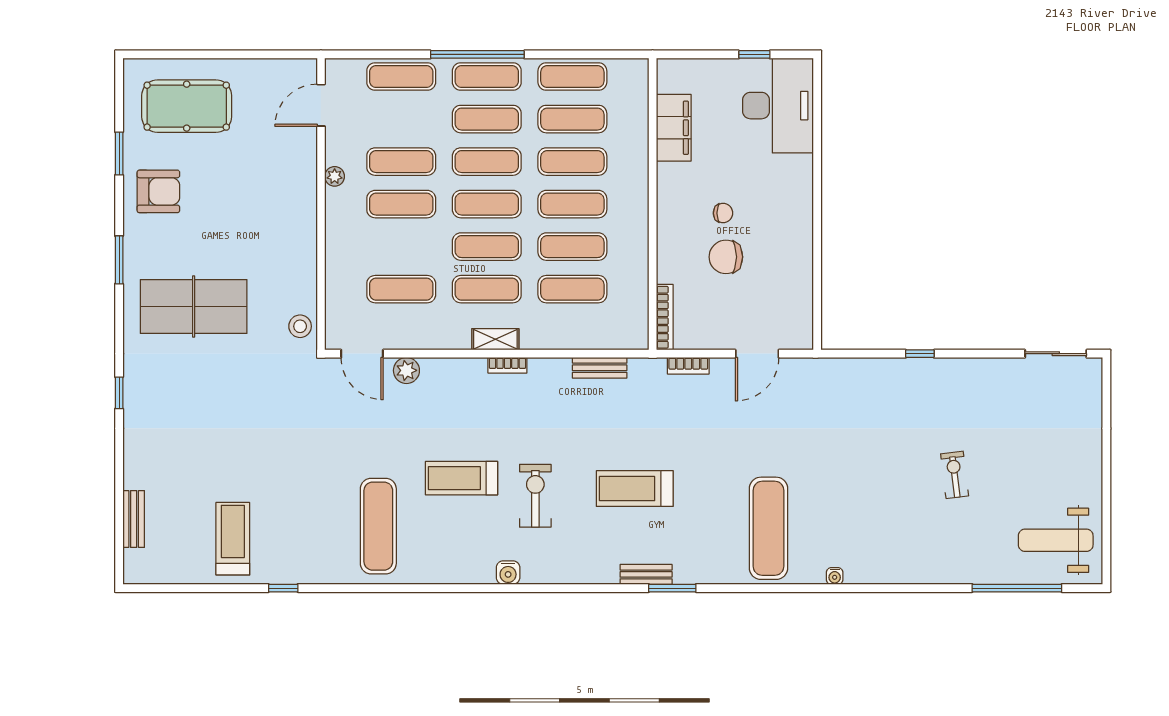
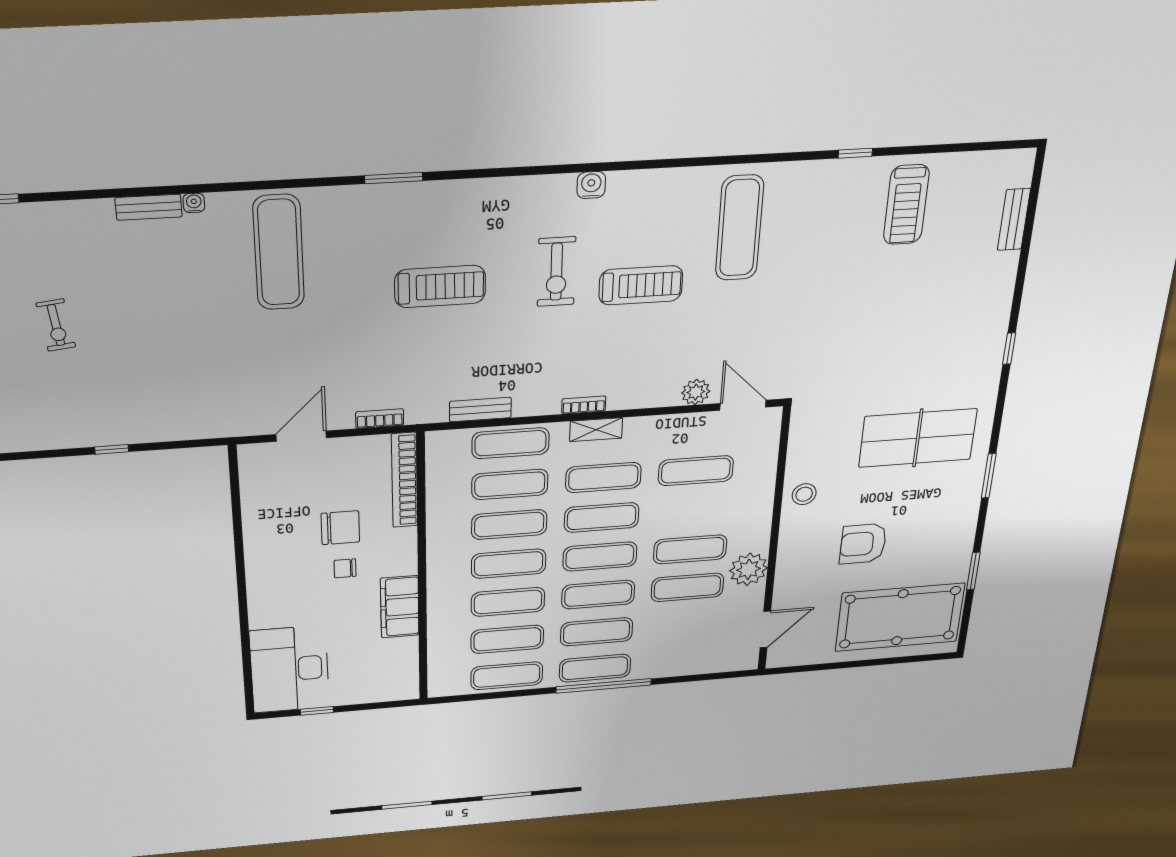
exercise mat: (401, 77) -> (511, 443), moved
pool table: (187, 106) -> (900, 617), width x1.36, depth x1.32
filing cabinet: (674, 128) -> (400, 607), moved
plant: (335, 176) -> (749, 569), width x1.88, depth x1.88
armchair: (158, 191) -> (863, 544), moved
bookcase: (665, 317) -> (405, 480), width x1.48, depth x1.31
stool: (300, 326) -> (804, 494), moved
bench: (646, 574) -> (149, 207), moved

